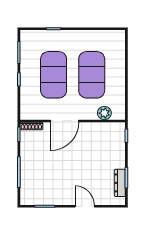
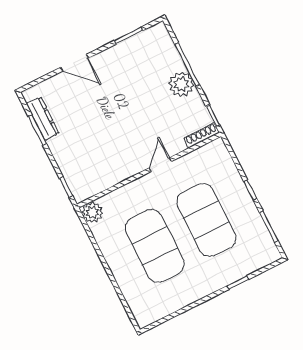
plant: (104, 113) -> (92, 212), moved
door: (64, 121) -> (160, 165), width x0.53
plant: (28, 162) -> (181, 84), added

